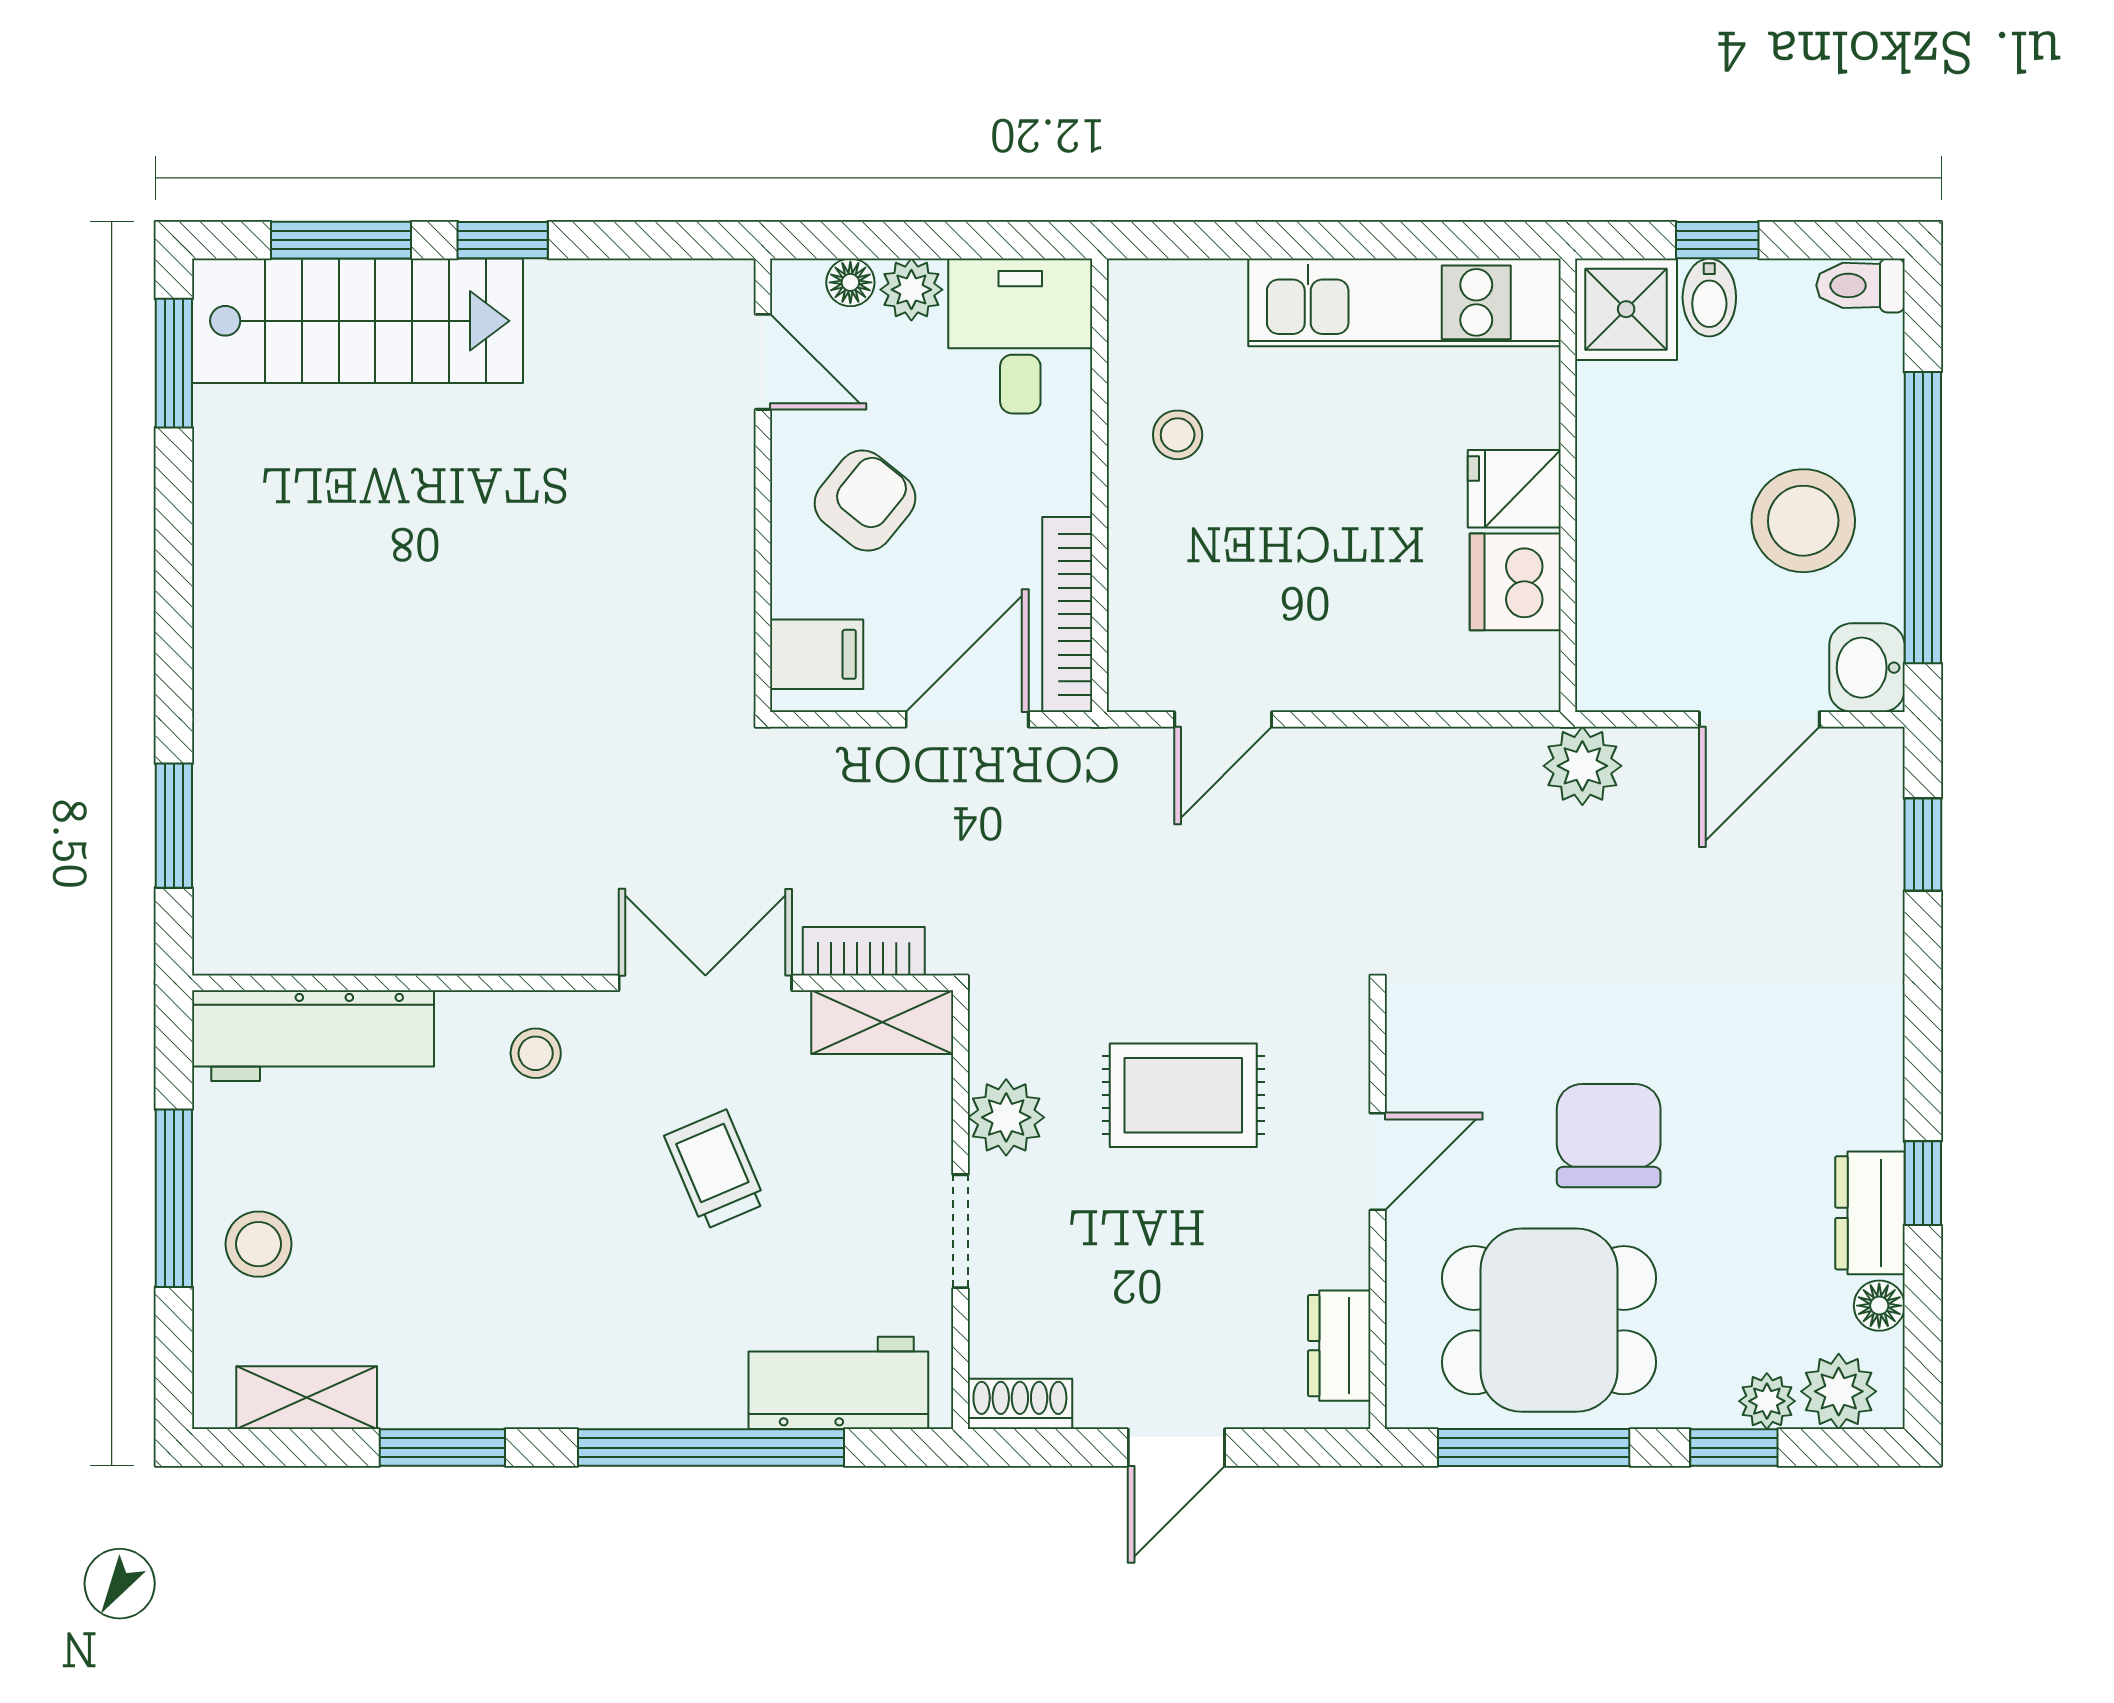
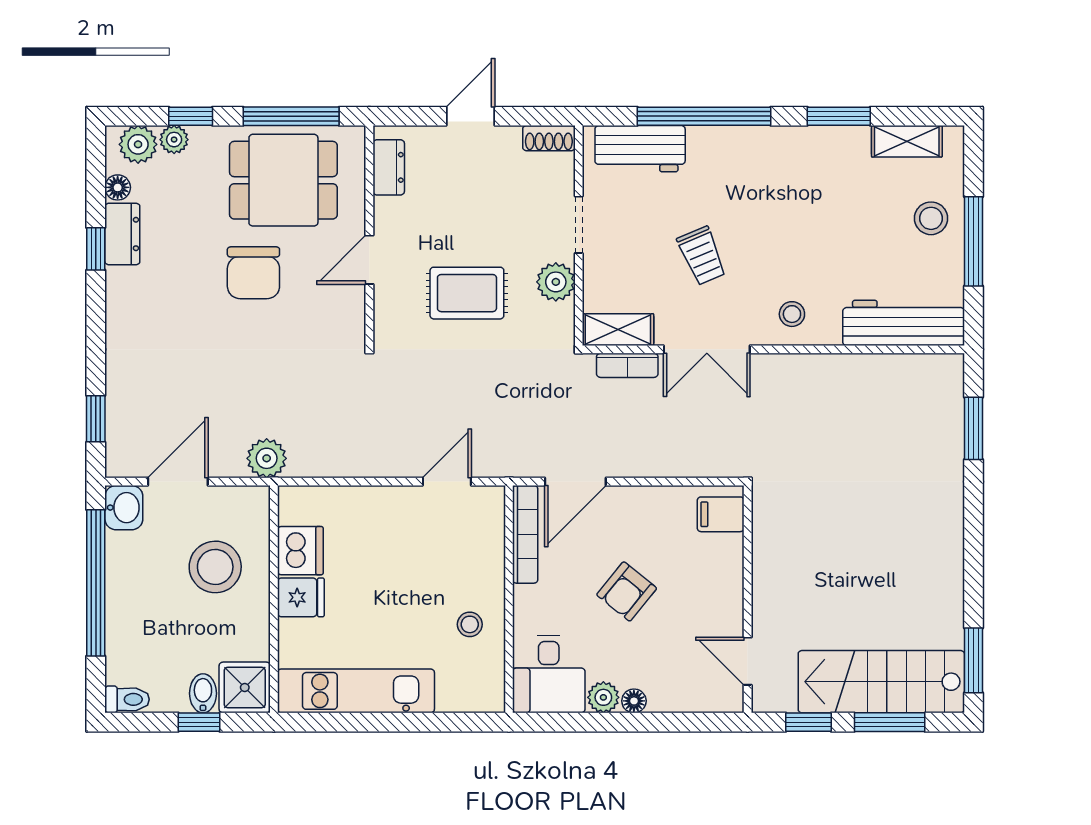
door: (763, 362) -> (748, 661), moved
wall: (763, 485) -> (748, 599), moved
stool: (1803, 521) -> (215, 567), moved
filing cabinet: (817, 654) -> (721, 514), moved

